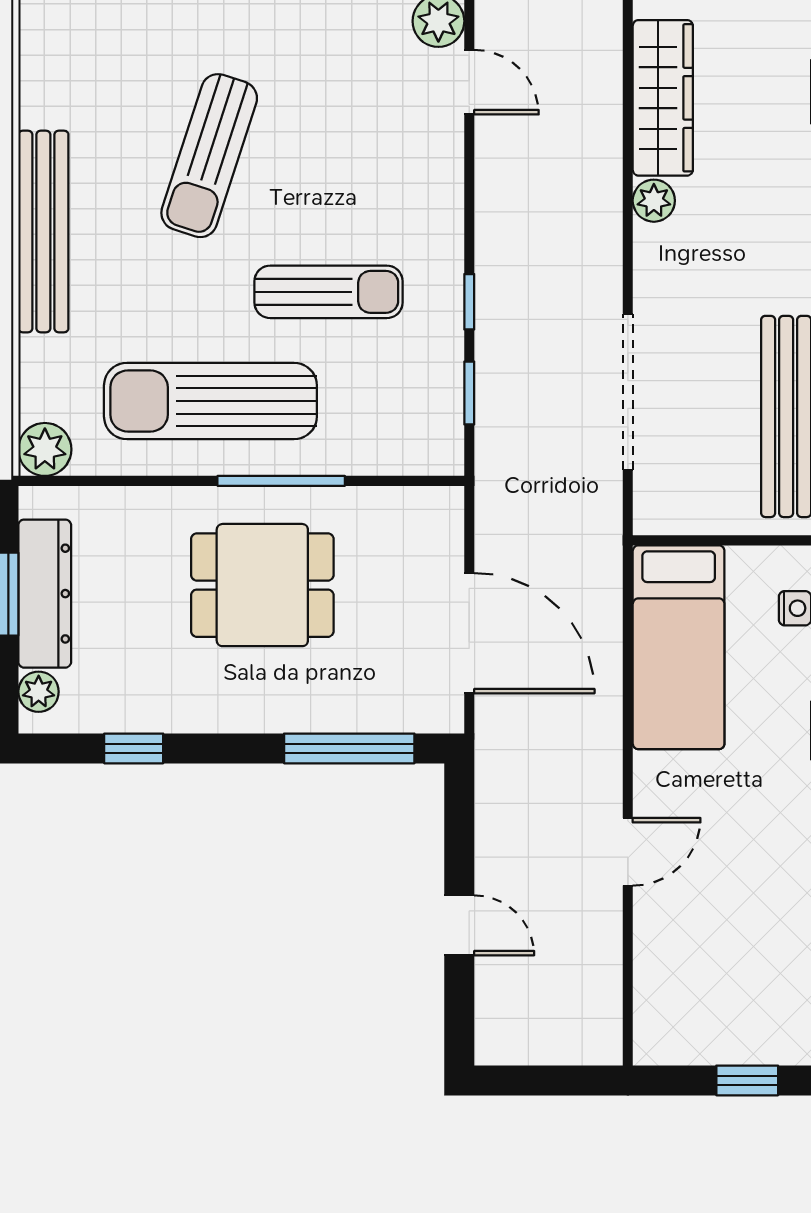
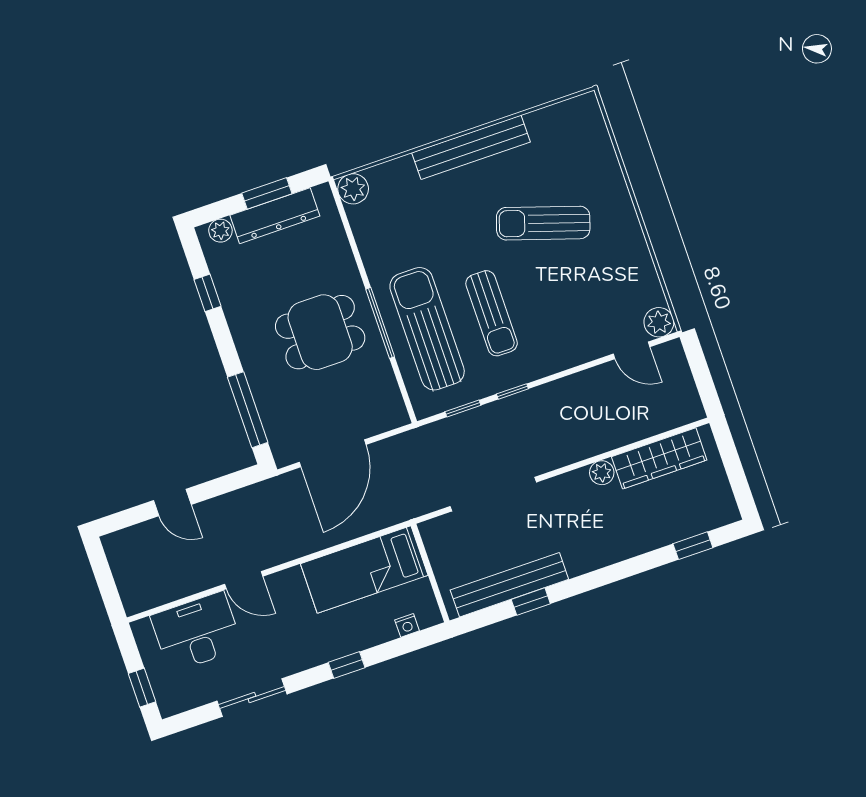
door: (469, 82) -> (632, 350), hinge flipped
sun lounger: (210, 401) -> (427, 329), moved
dining table: (262, 585) -> (320, 332), turned 90
door: (459, 925) -> (172, 503), hinge flipped
desk: (687, 959) -> (197, 632), added

